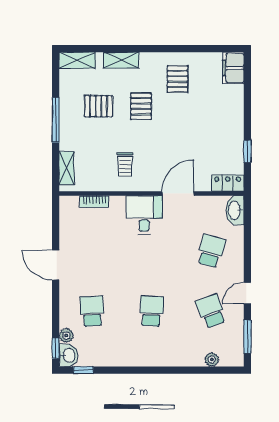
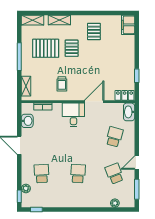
pallet: (99, 106) -> (46, 48), width x1.50, depth x1.42
washbasin: (69, 355) -> (27, 121), moved

